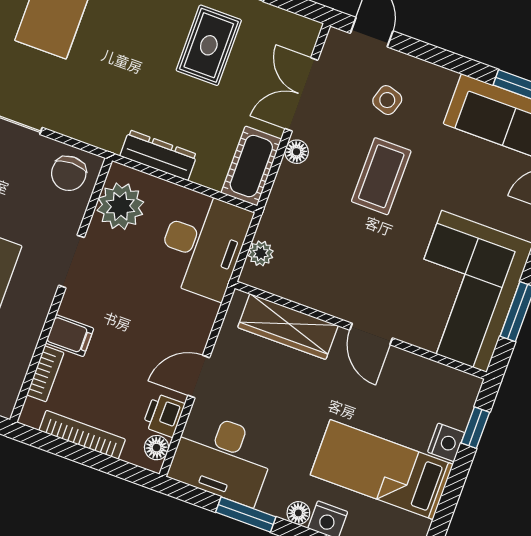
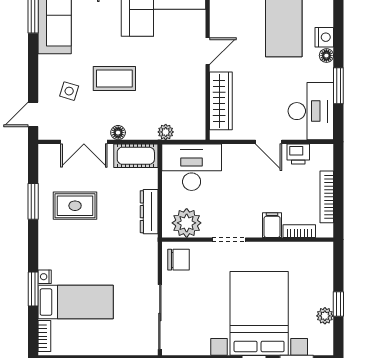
plant: (261, 253) -> (166, 132), moved
floor lamp: (157, 448) -> (318, 151), removed

